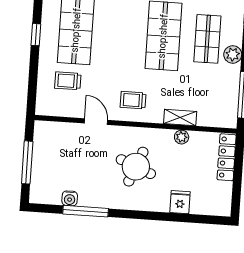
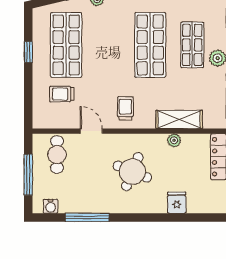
trolley: (133, 100) -> (125, 108), turned 90
shelving: (180, 118) -> (179, 119), width x1.50, depth x1.33
cafe table: (59, 144) -> (57, 155), added
water cooler: (70, 198) -> (51, 206), moved

